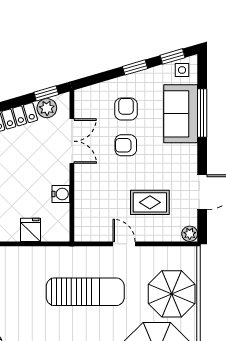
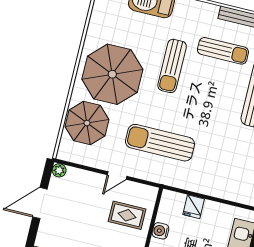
rug: (150, 202) -> (127, 215), moved
door: (124, 244) -> (117, 175), hinge flipped

